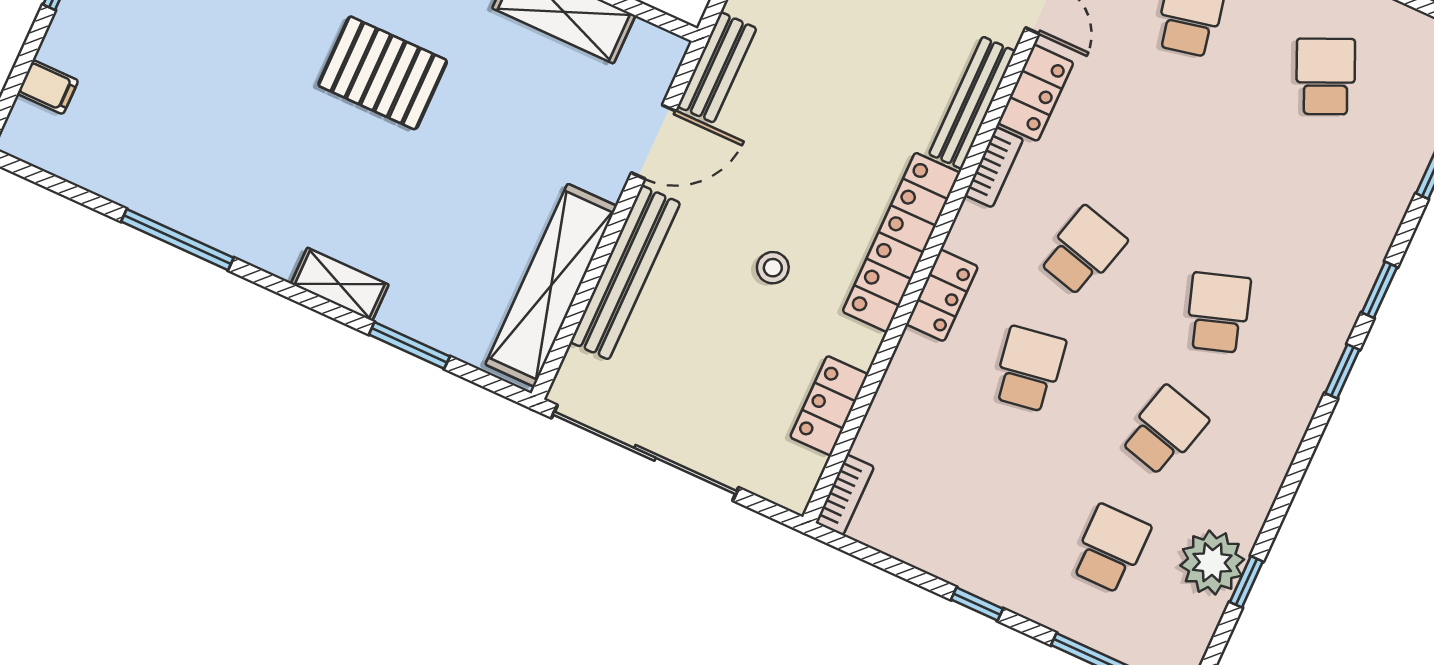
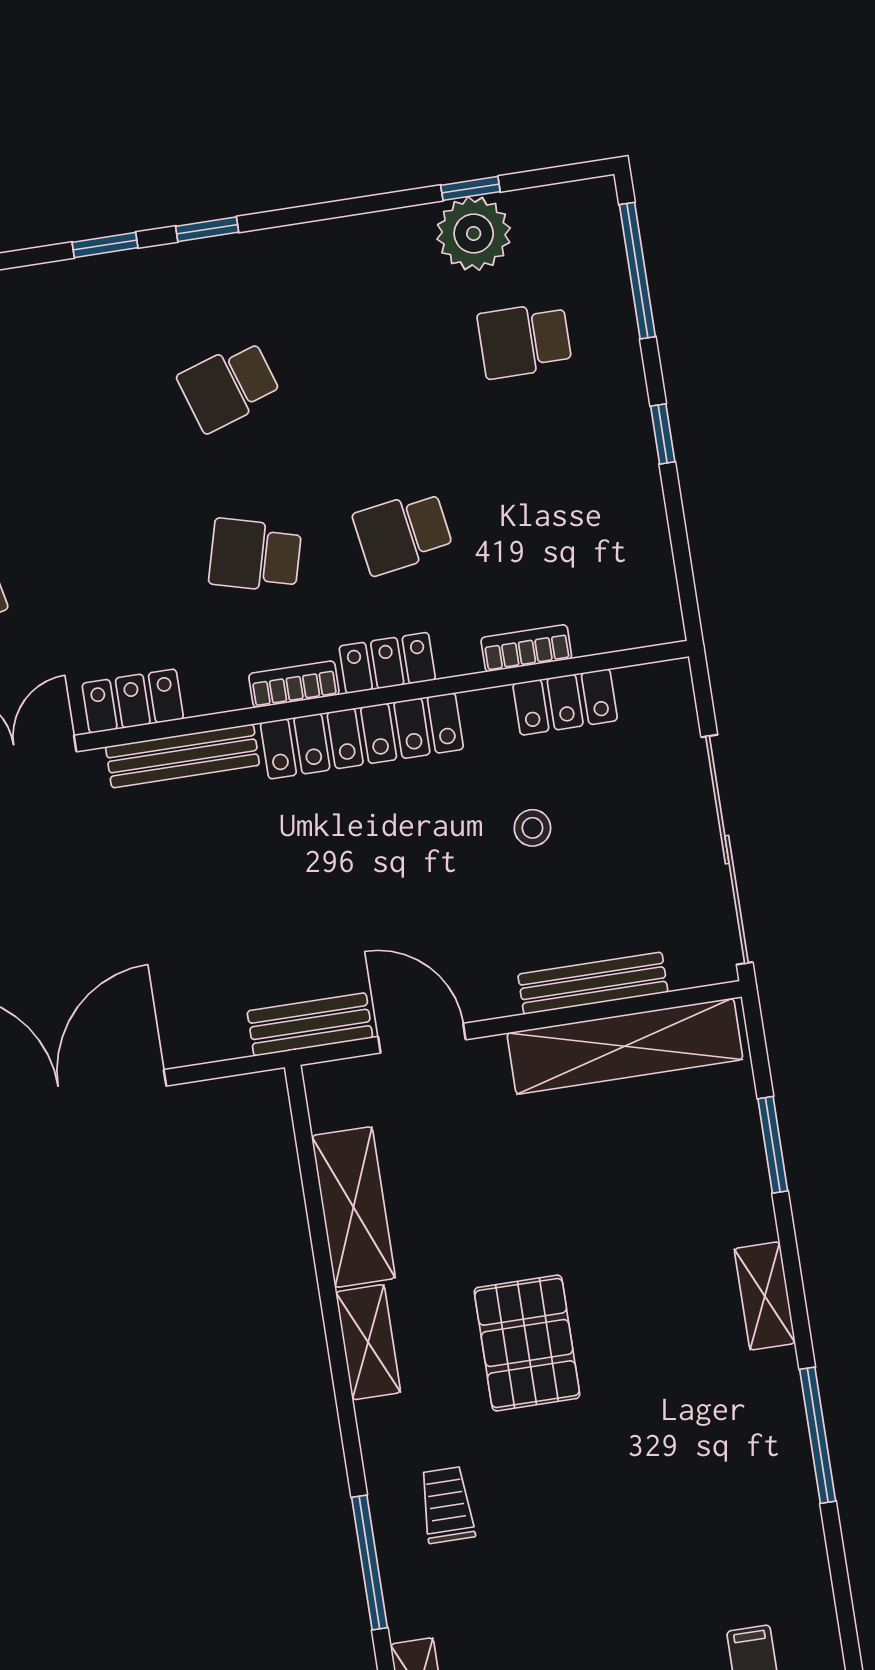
bookcase: (994, 167) -> (294, 684), moved
stool: (773, 268) -> (532, 828), moved
bench: (625, 272) -> (593, 983), width x0.73, depth x0.82
shelving: (340, 284) -> (765, 1296), moved
school desk: (1164, 431) -> (377, 363), removed
bookcase: (845, 495) -> (526, 648), moved

